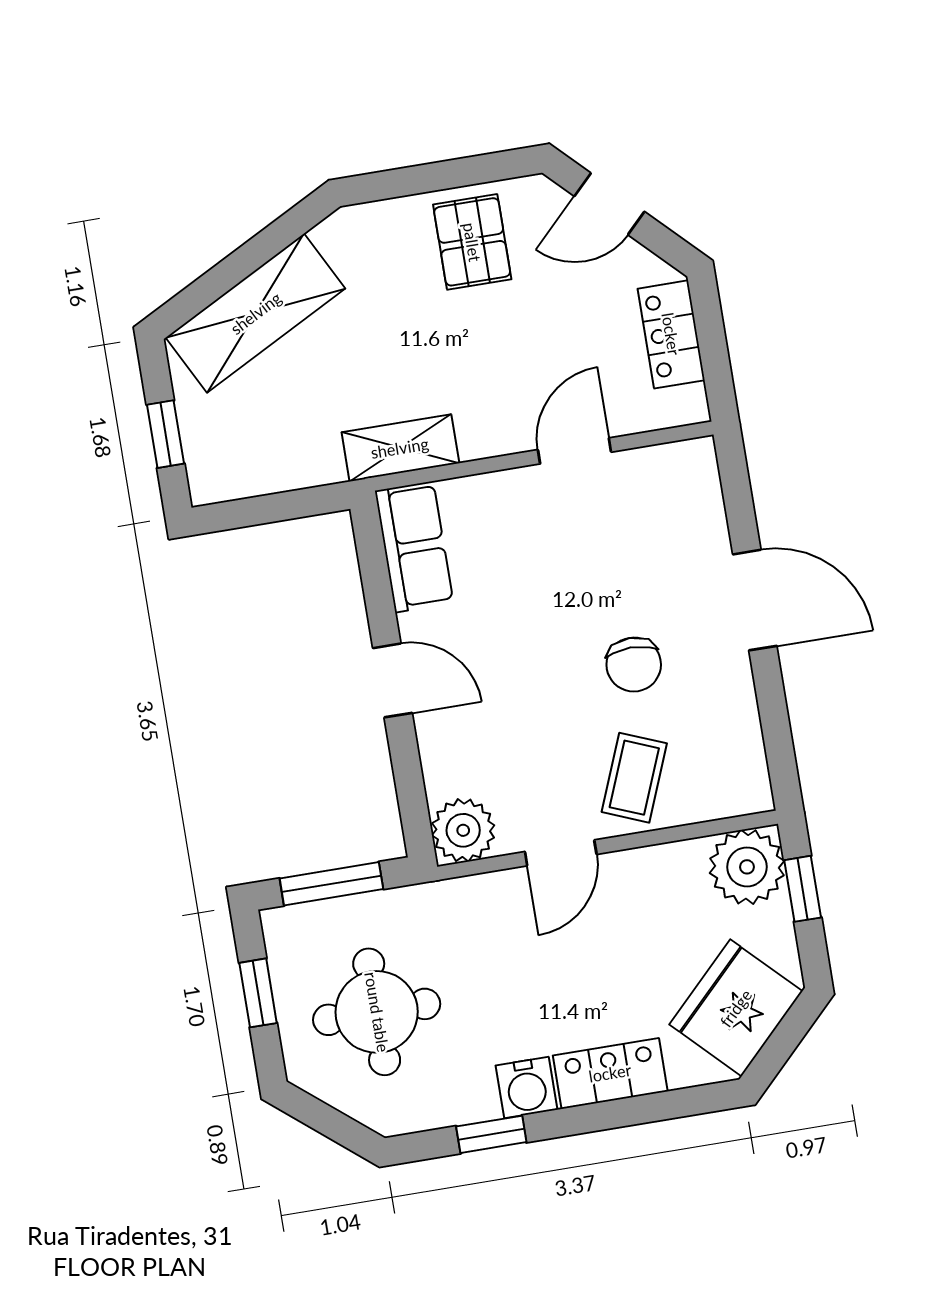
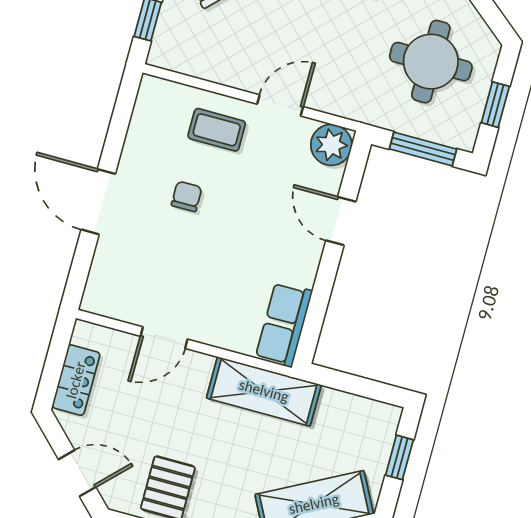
shelving: (400, 448) -> (264, 391), width x1.50, depth x1.33
chair: (634, 665) -> (187, 196), width x0.73, depth x0.73
door: (392, 680) -> (341, 221), moved
coffee table: (634, 778) -> (217, 130), turned 68
plant: (747, 867) -> (175, 47), removed

